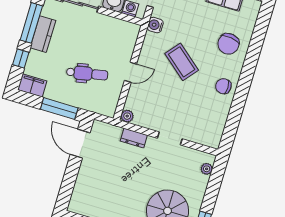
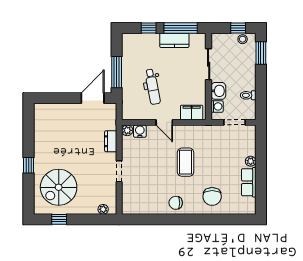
water cooler: (155, 25) -> (140, 131), moved
chair: (228, 44) -> (212, 196), turned -98
coffee table: (182, 62) -> (186, 162), turned -40
filing cabinet: (32, 85) -> (192, 112), moved, turned -90
chair: (223, 86) -> (176, 203), turned -90

